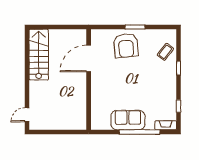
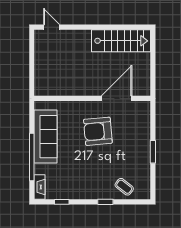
armchair: (126, 46) -> (98, 131), moved
door: (89, 58) -> (117, 98), hinge flipped
sofa: (128, 120) -> (46, 137), width x1.36

